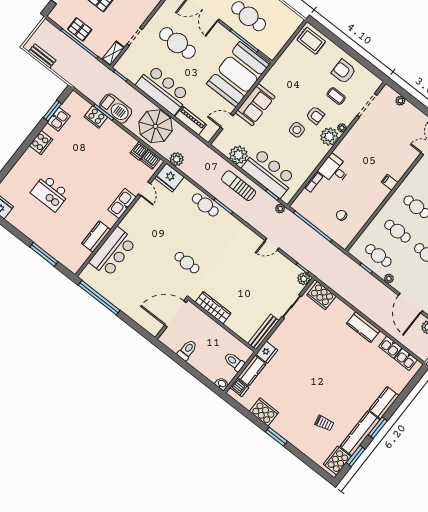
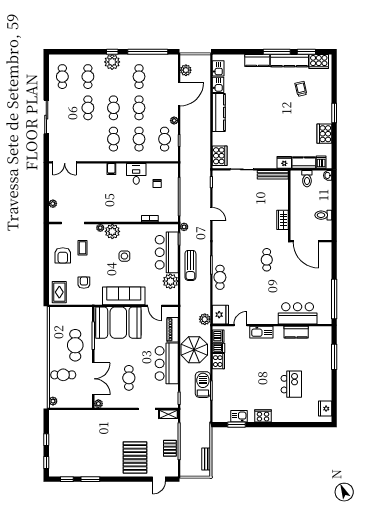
cafe table: (177, 43) -> (129, 378), width x0.73, depth x0.74
sofa: (255, 105) -> (124, 296), width x1.36
armchair: (315, 115) -> (84, 283), moved
cooker: (96, 117) -> (218, 361), moved
desk: (334, 169) -> (136, 174), moved, turned 180
plant: (304, 279) -> (218, 176), removed
wardrobe: (213, 308) -> (283, 220), width x0.67
kitchen counter: (363, 327) -> (219, 112), width x1.50
window: (378, 428) -> (277, 52), width x1.44

